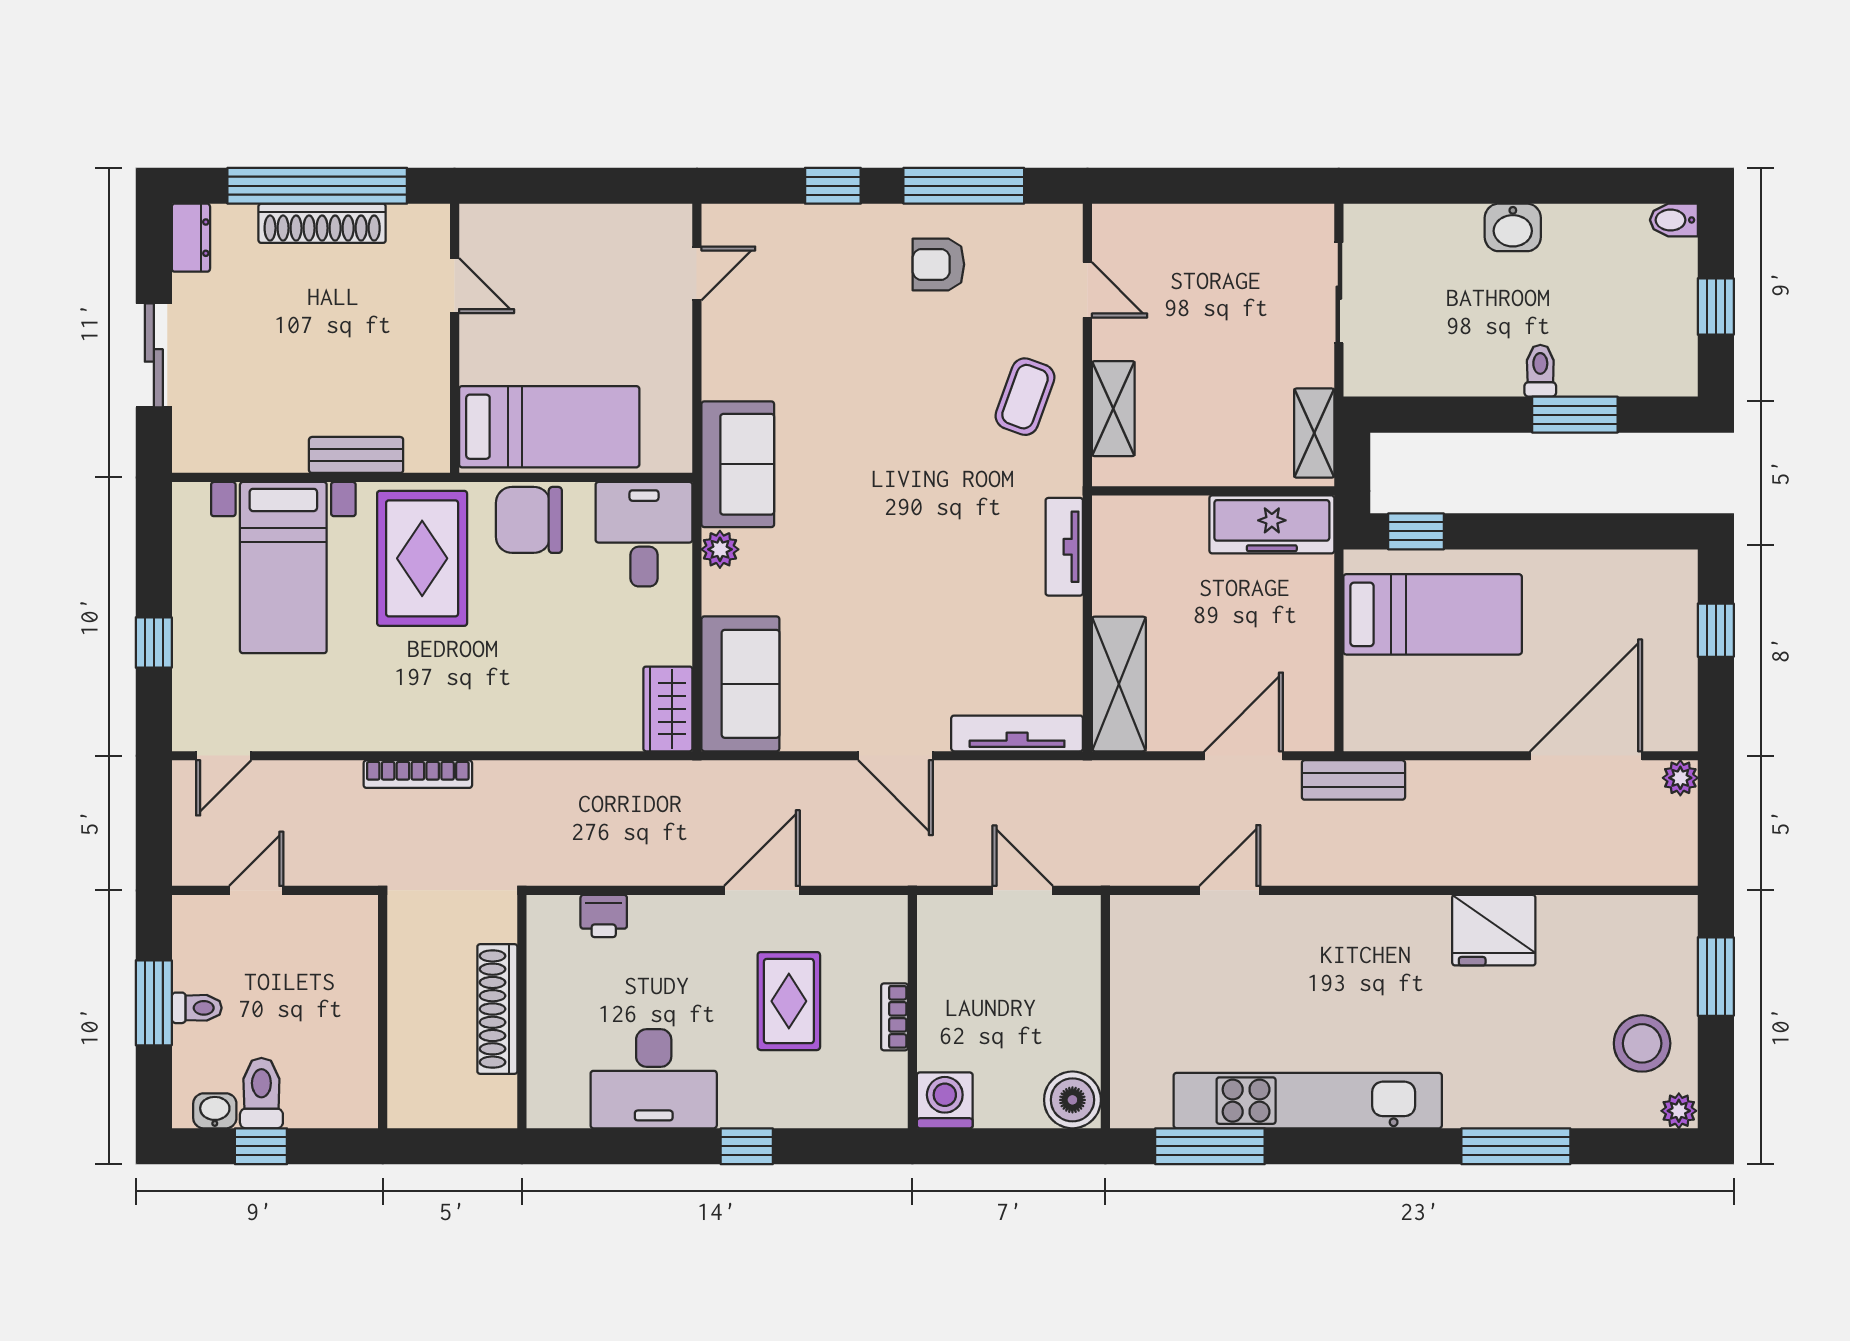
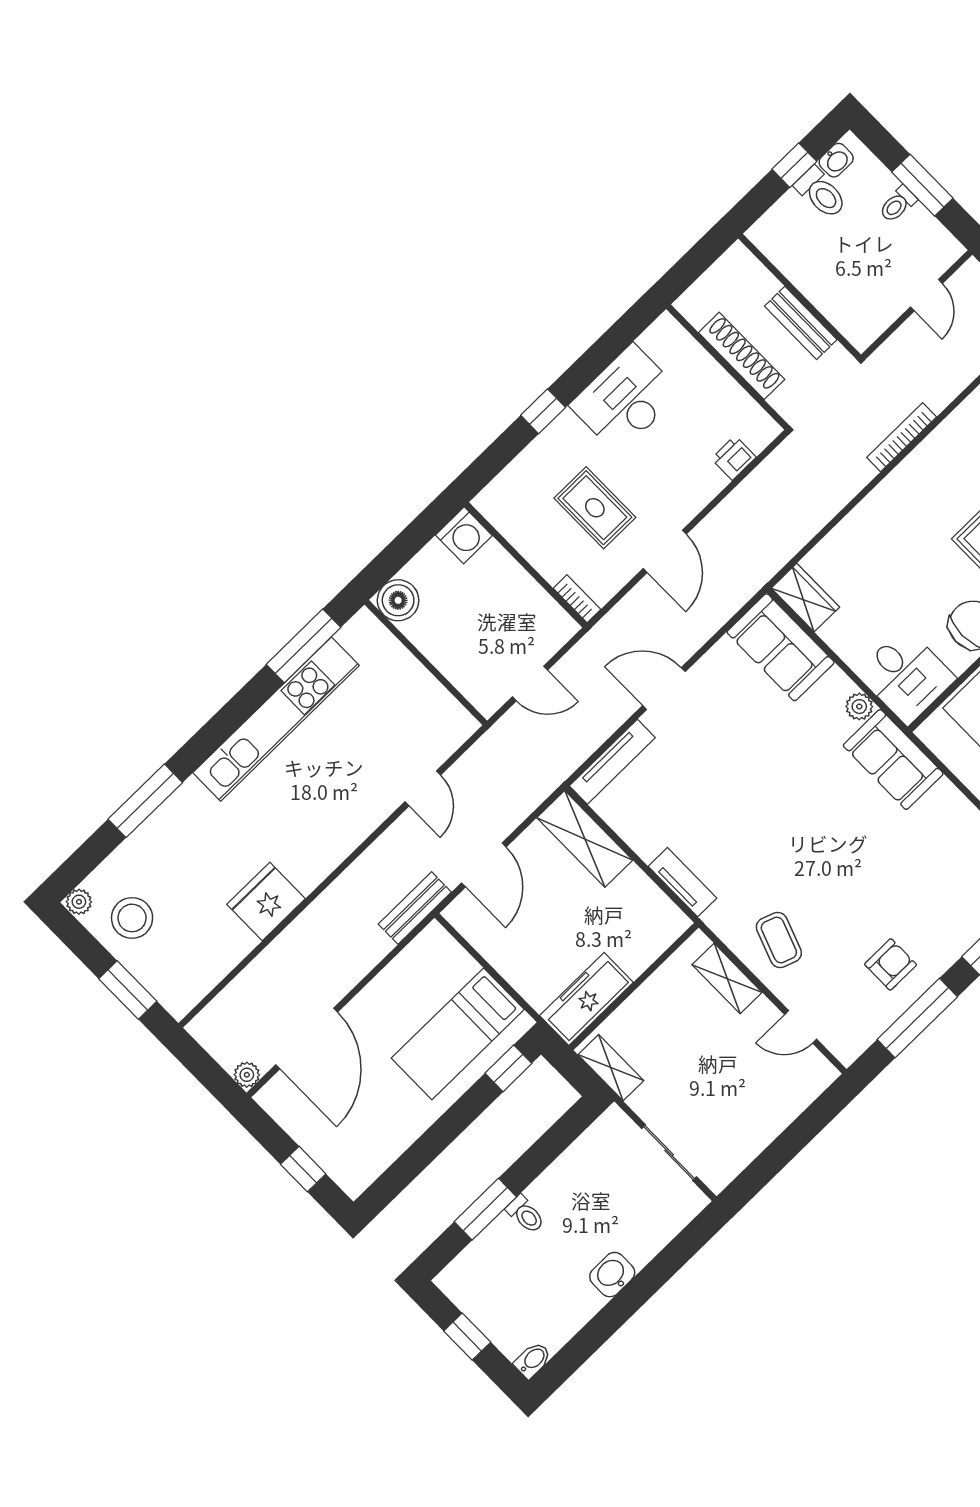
bench: (407, 984) -> (801, 323), added
bookcase: (894, 1017) -> (577, 599), moved

